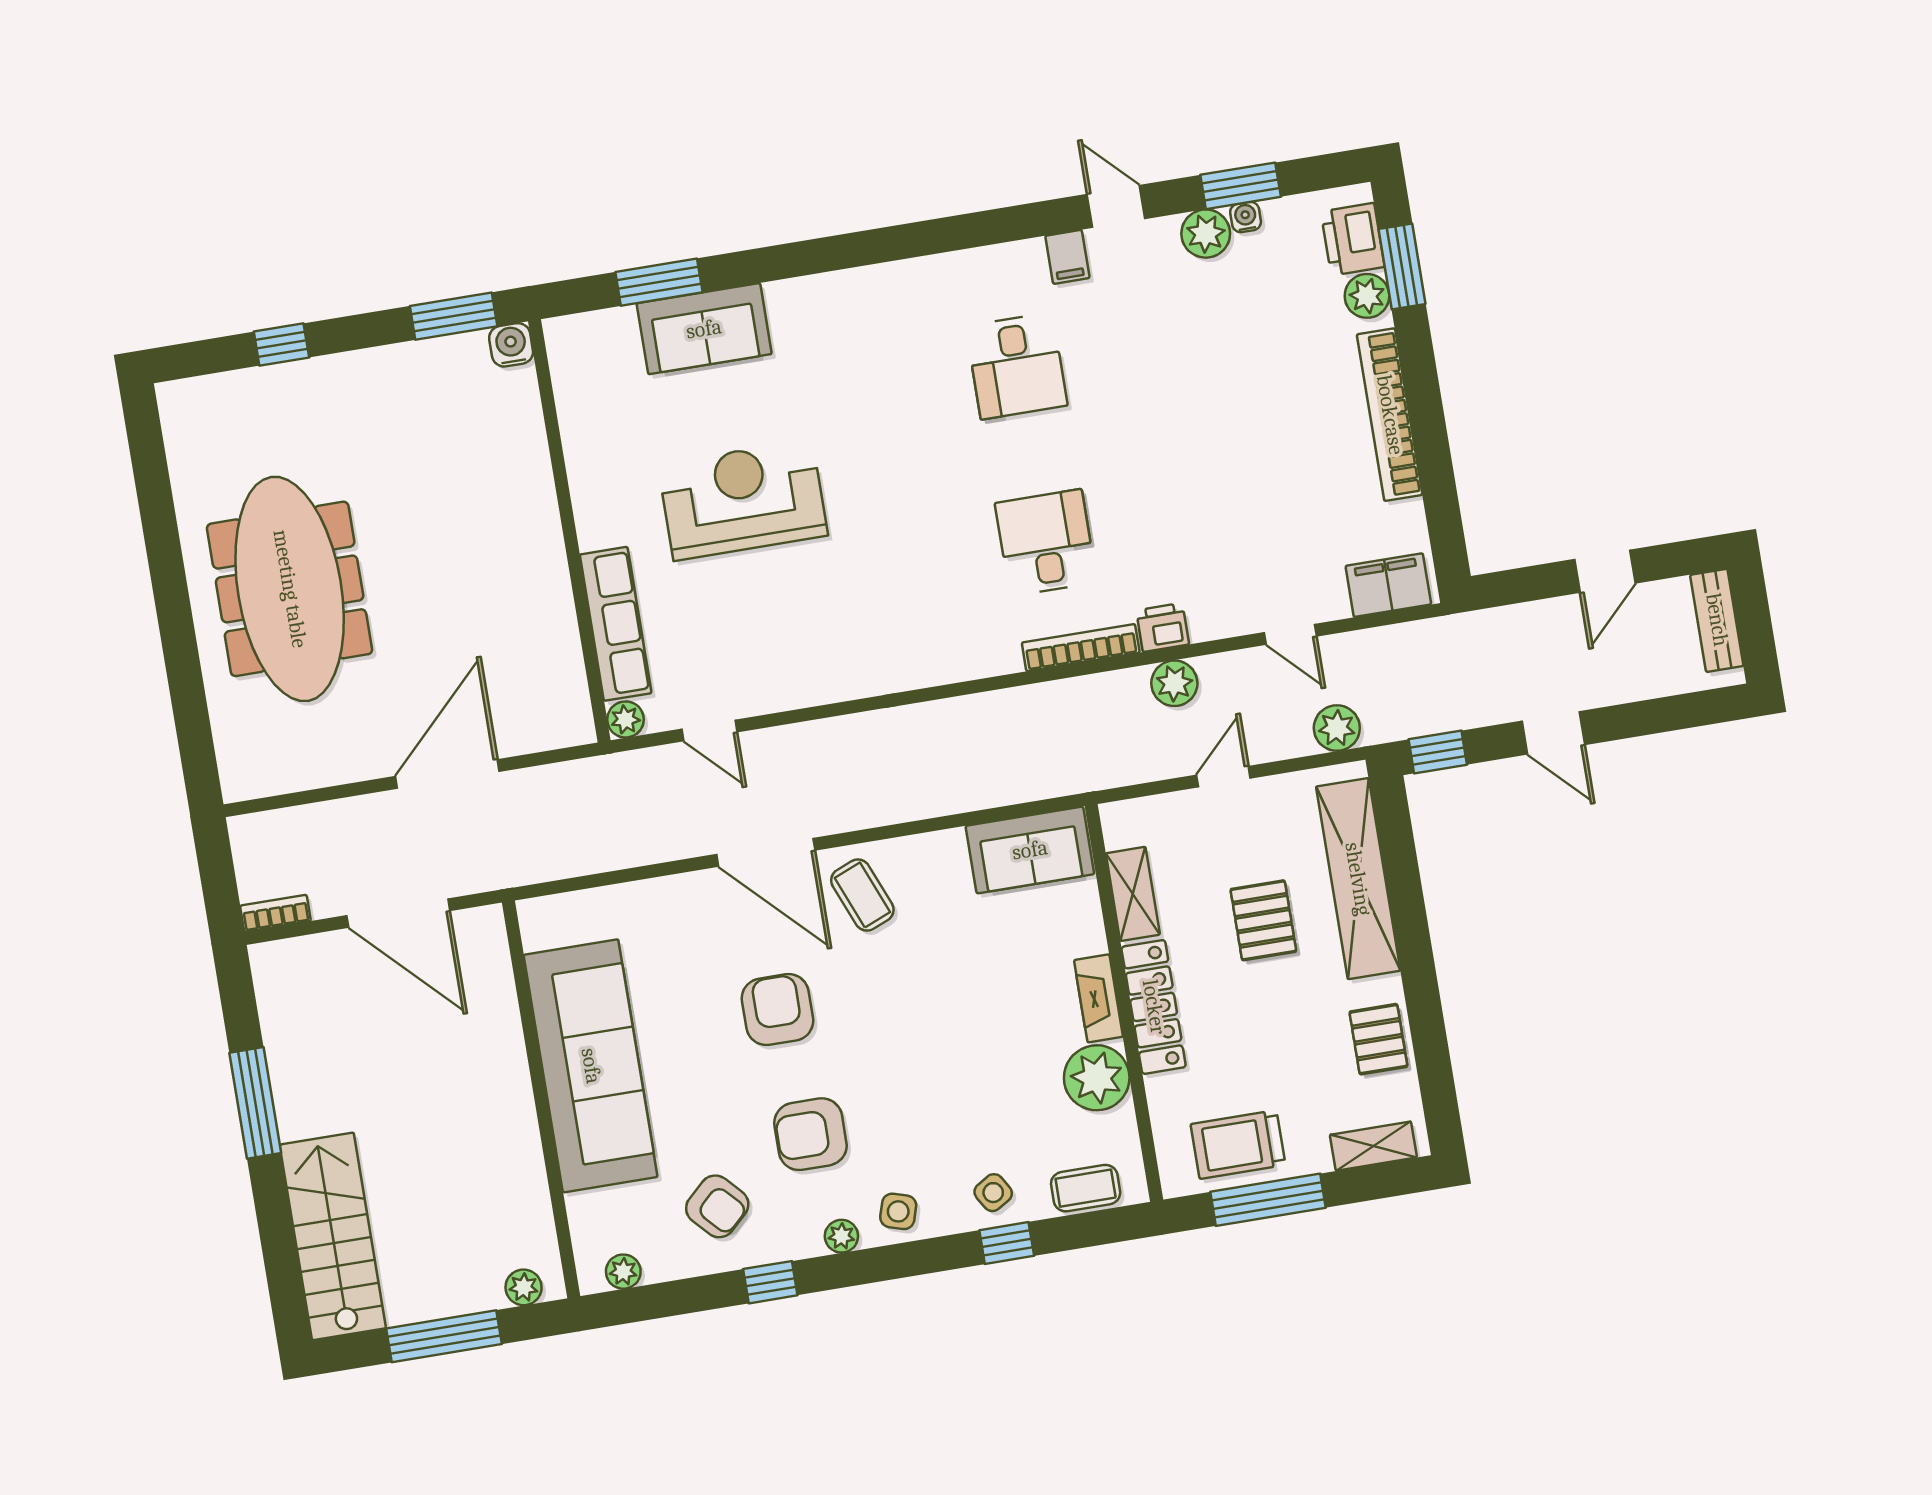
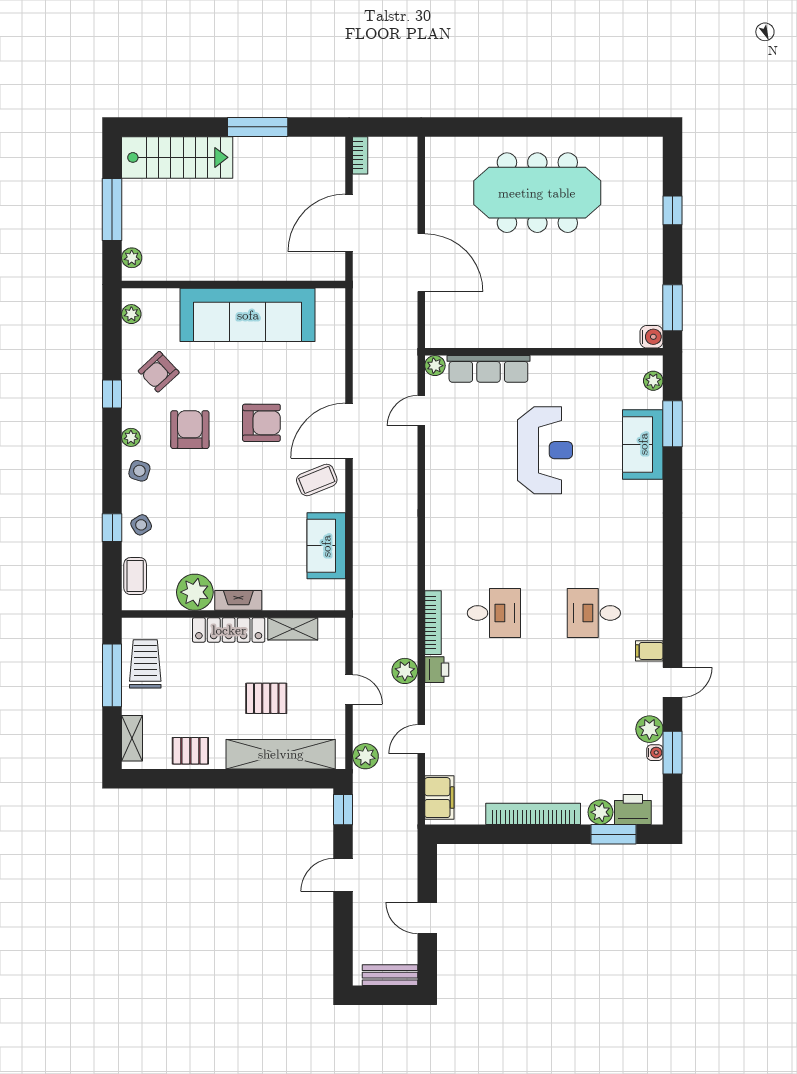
plant: (588, 329) -> (653, 381), added
sofa: (1030, 850) -> (326, 546), moved

